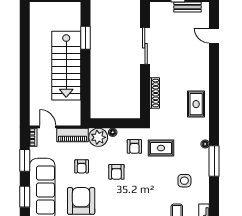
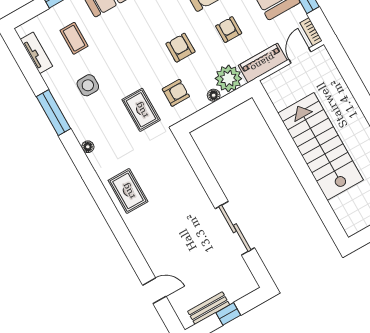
window: (85, 38) -> (316, 196), removed
shoe rack: (155, 93) -> (189, 175), removed
door: (48, 127) -> (300, 56), swing flipped
armchair: (134, 146) -> (176, 93), turned 90
rug: (161, 148) -> (141, 110), turned 90
window: (214, 161) -> (54, 113), moved

